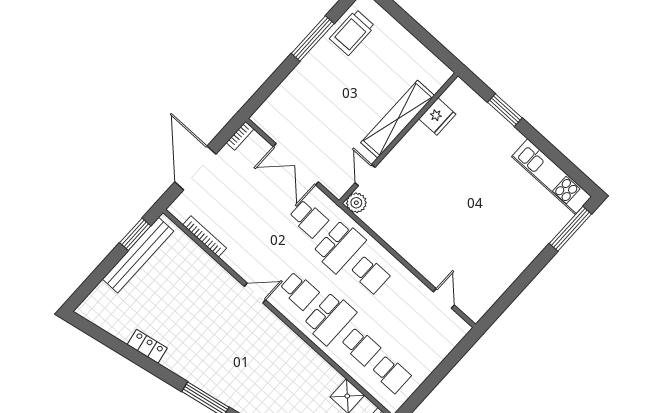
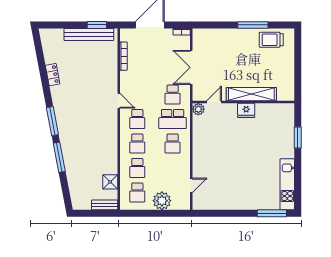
fridge: (437, 117) -> (246, 110), moved
school desk: (330, 318) -> (137, 143), width x0.54
plant: (430, 353) -> (162, 201), added

